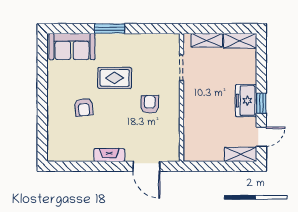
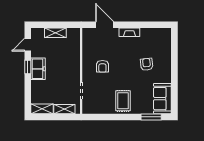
window: (110, 29) -> (151, 117), moved
sofa: (72, 46) -> (162, 99), moved, turned -90
rug: (115, 78) -> (123, 101), moved, turned 90
shelving: (240, 154) -> (55, 33), moved

